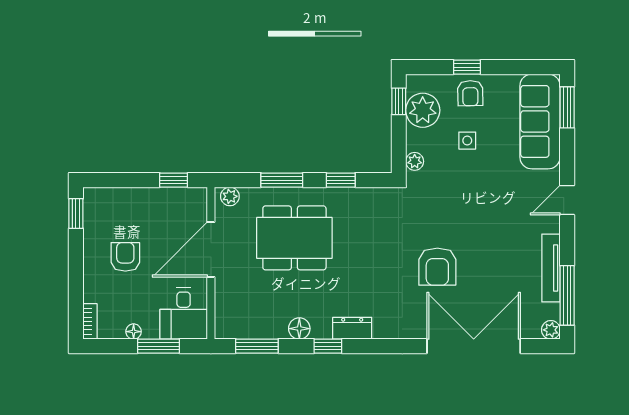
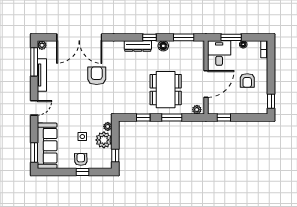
plant: (423, 110) -> (104, 140), moved
dining table: (294, 238) -> (166, 90), turned 90
dresser: (352, 328) -> (138, 46), width x1.44

